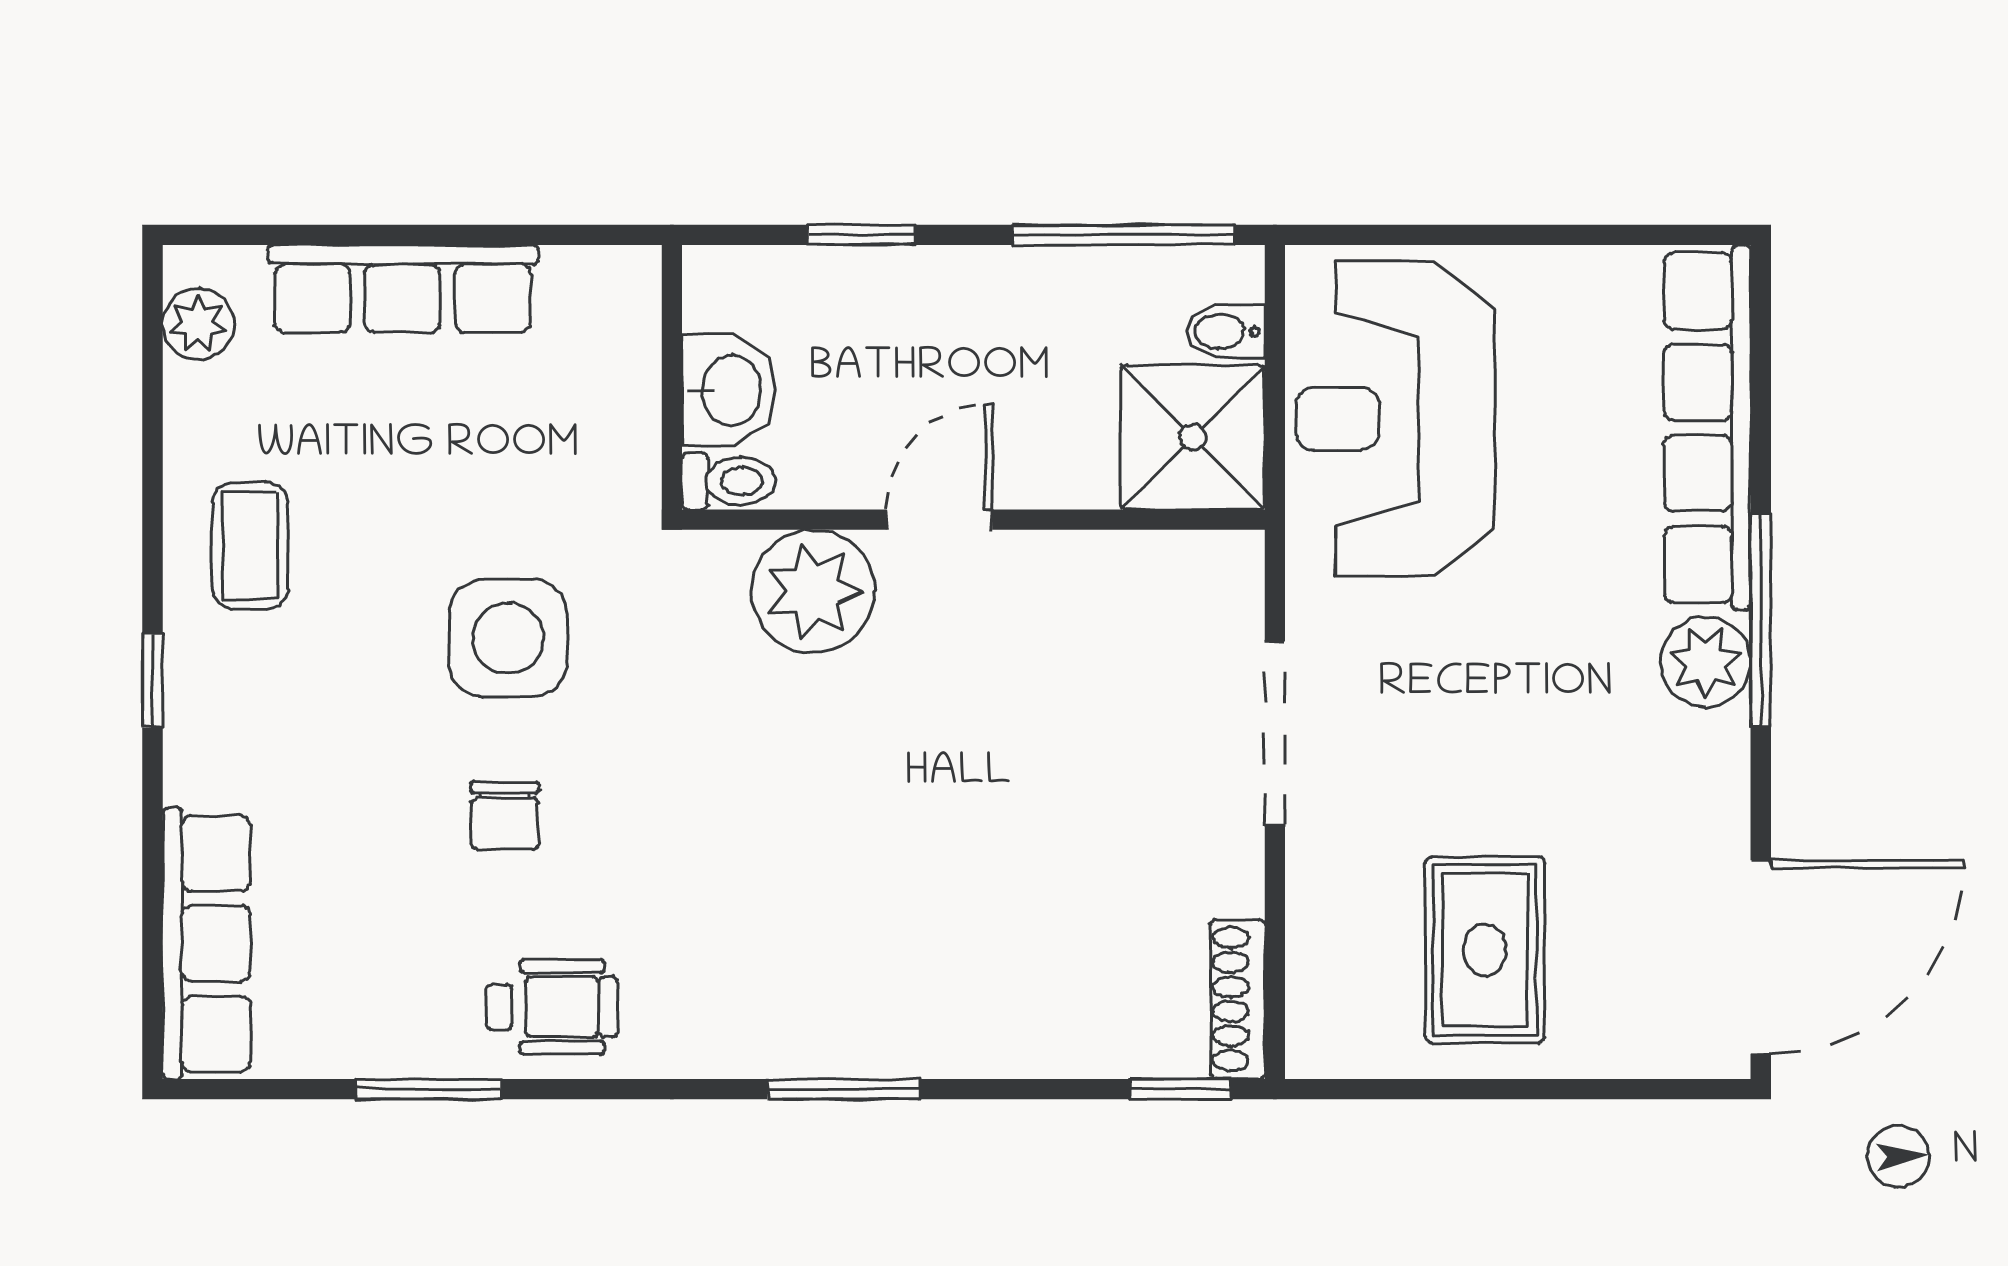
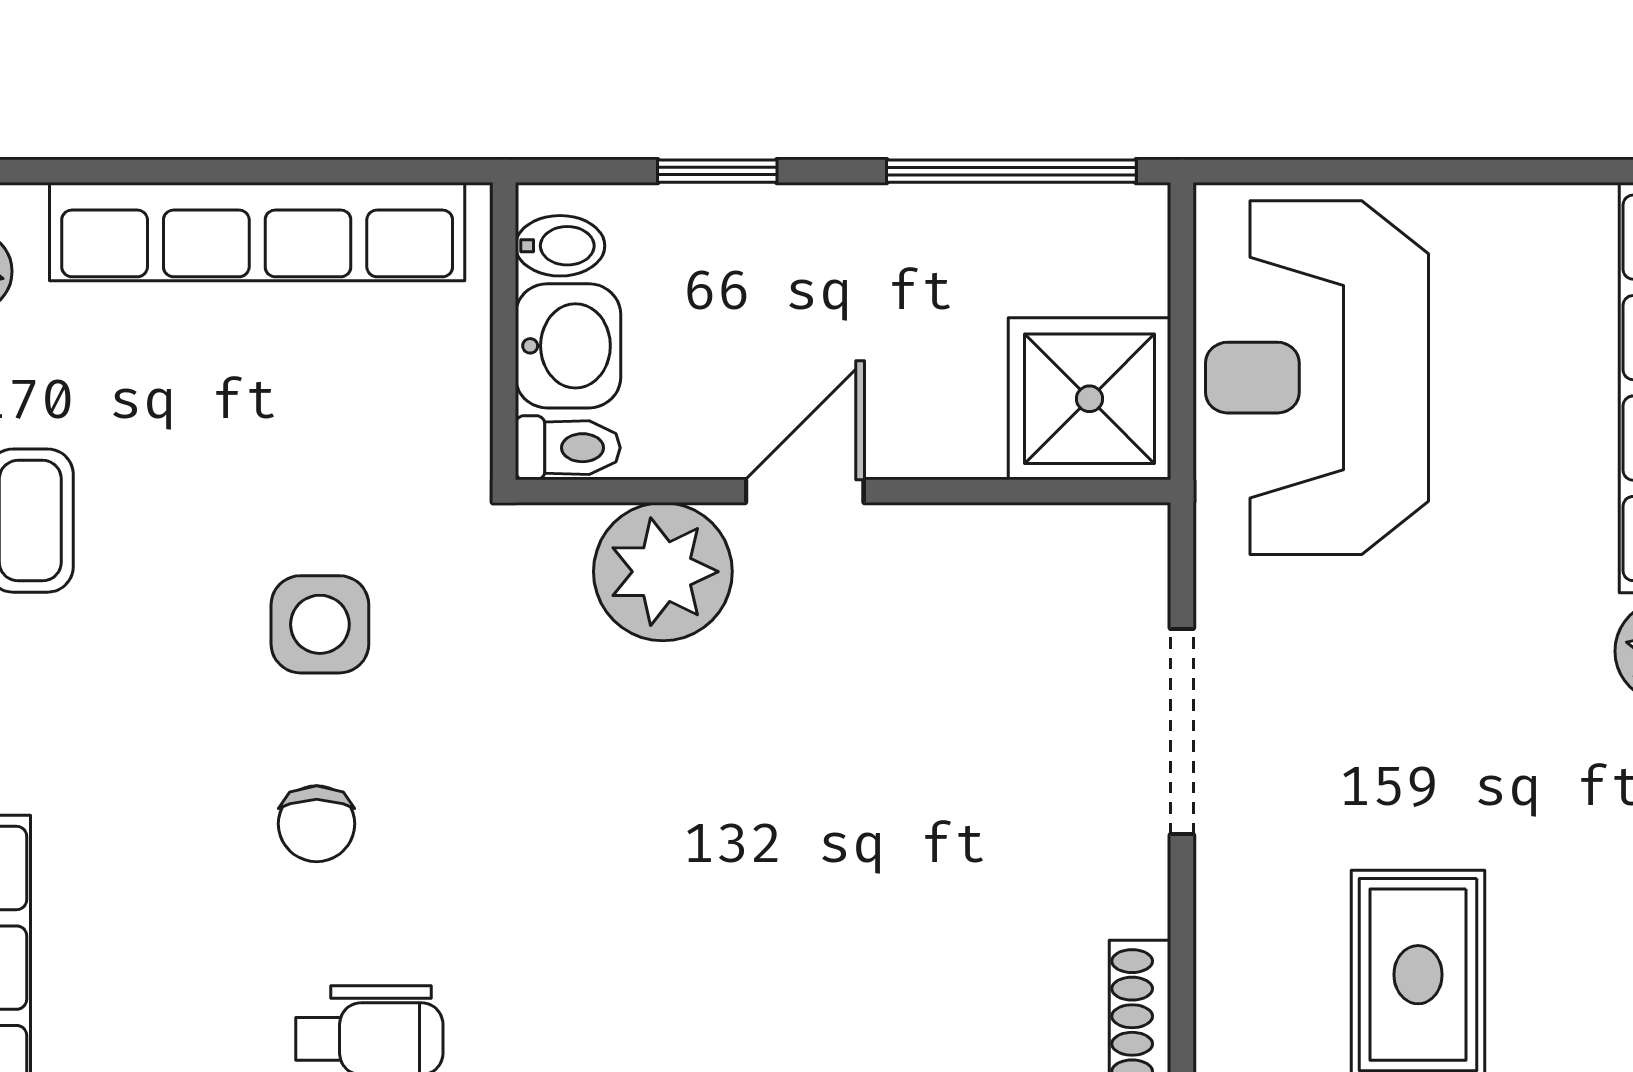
row of seats: (403, 289) -> (257, 232), width x1.36
bidet: (1225, 332) -> (560, 246), moved, turned 180
side table: (508, 638) -> (320, 624), width x0.73, depth x0.73

